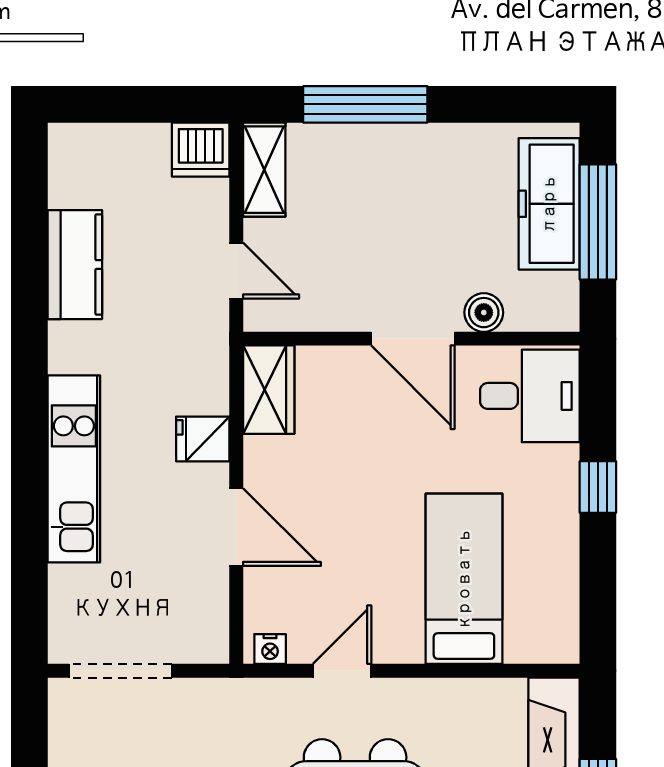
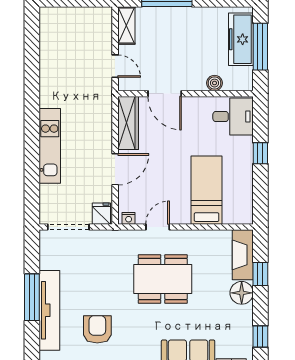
dishwasher: (201, 150) -> (101, 18), removed
kitchen counter: (75, 265) -> (50, 64), removed
door: (413, 339) -> (165, 94), moved
wardrobe: (269, 390) -> (128, 123), width x1.50
fridge: (203, 439) -> (101, 214), moved, turned 90
door: (236, 527) -> (115, 169), hinge flipped

